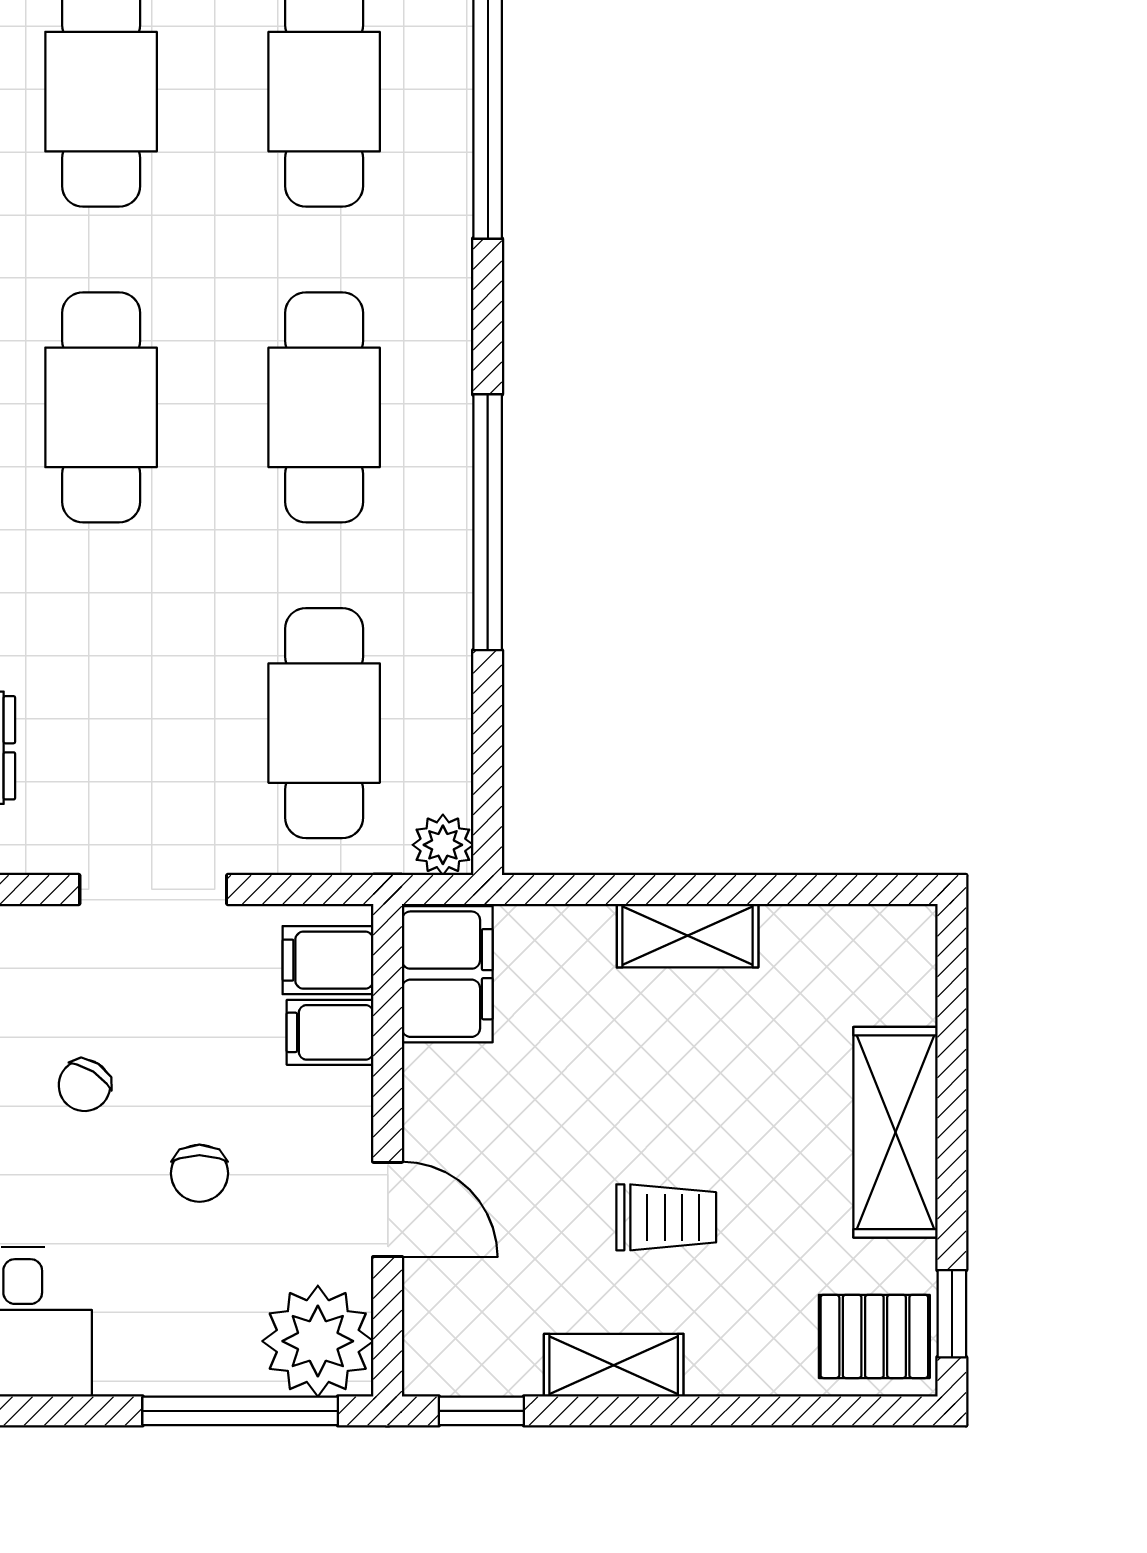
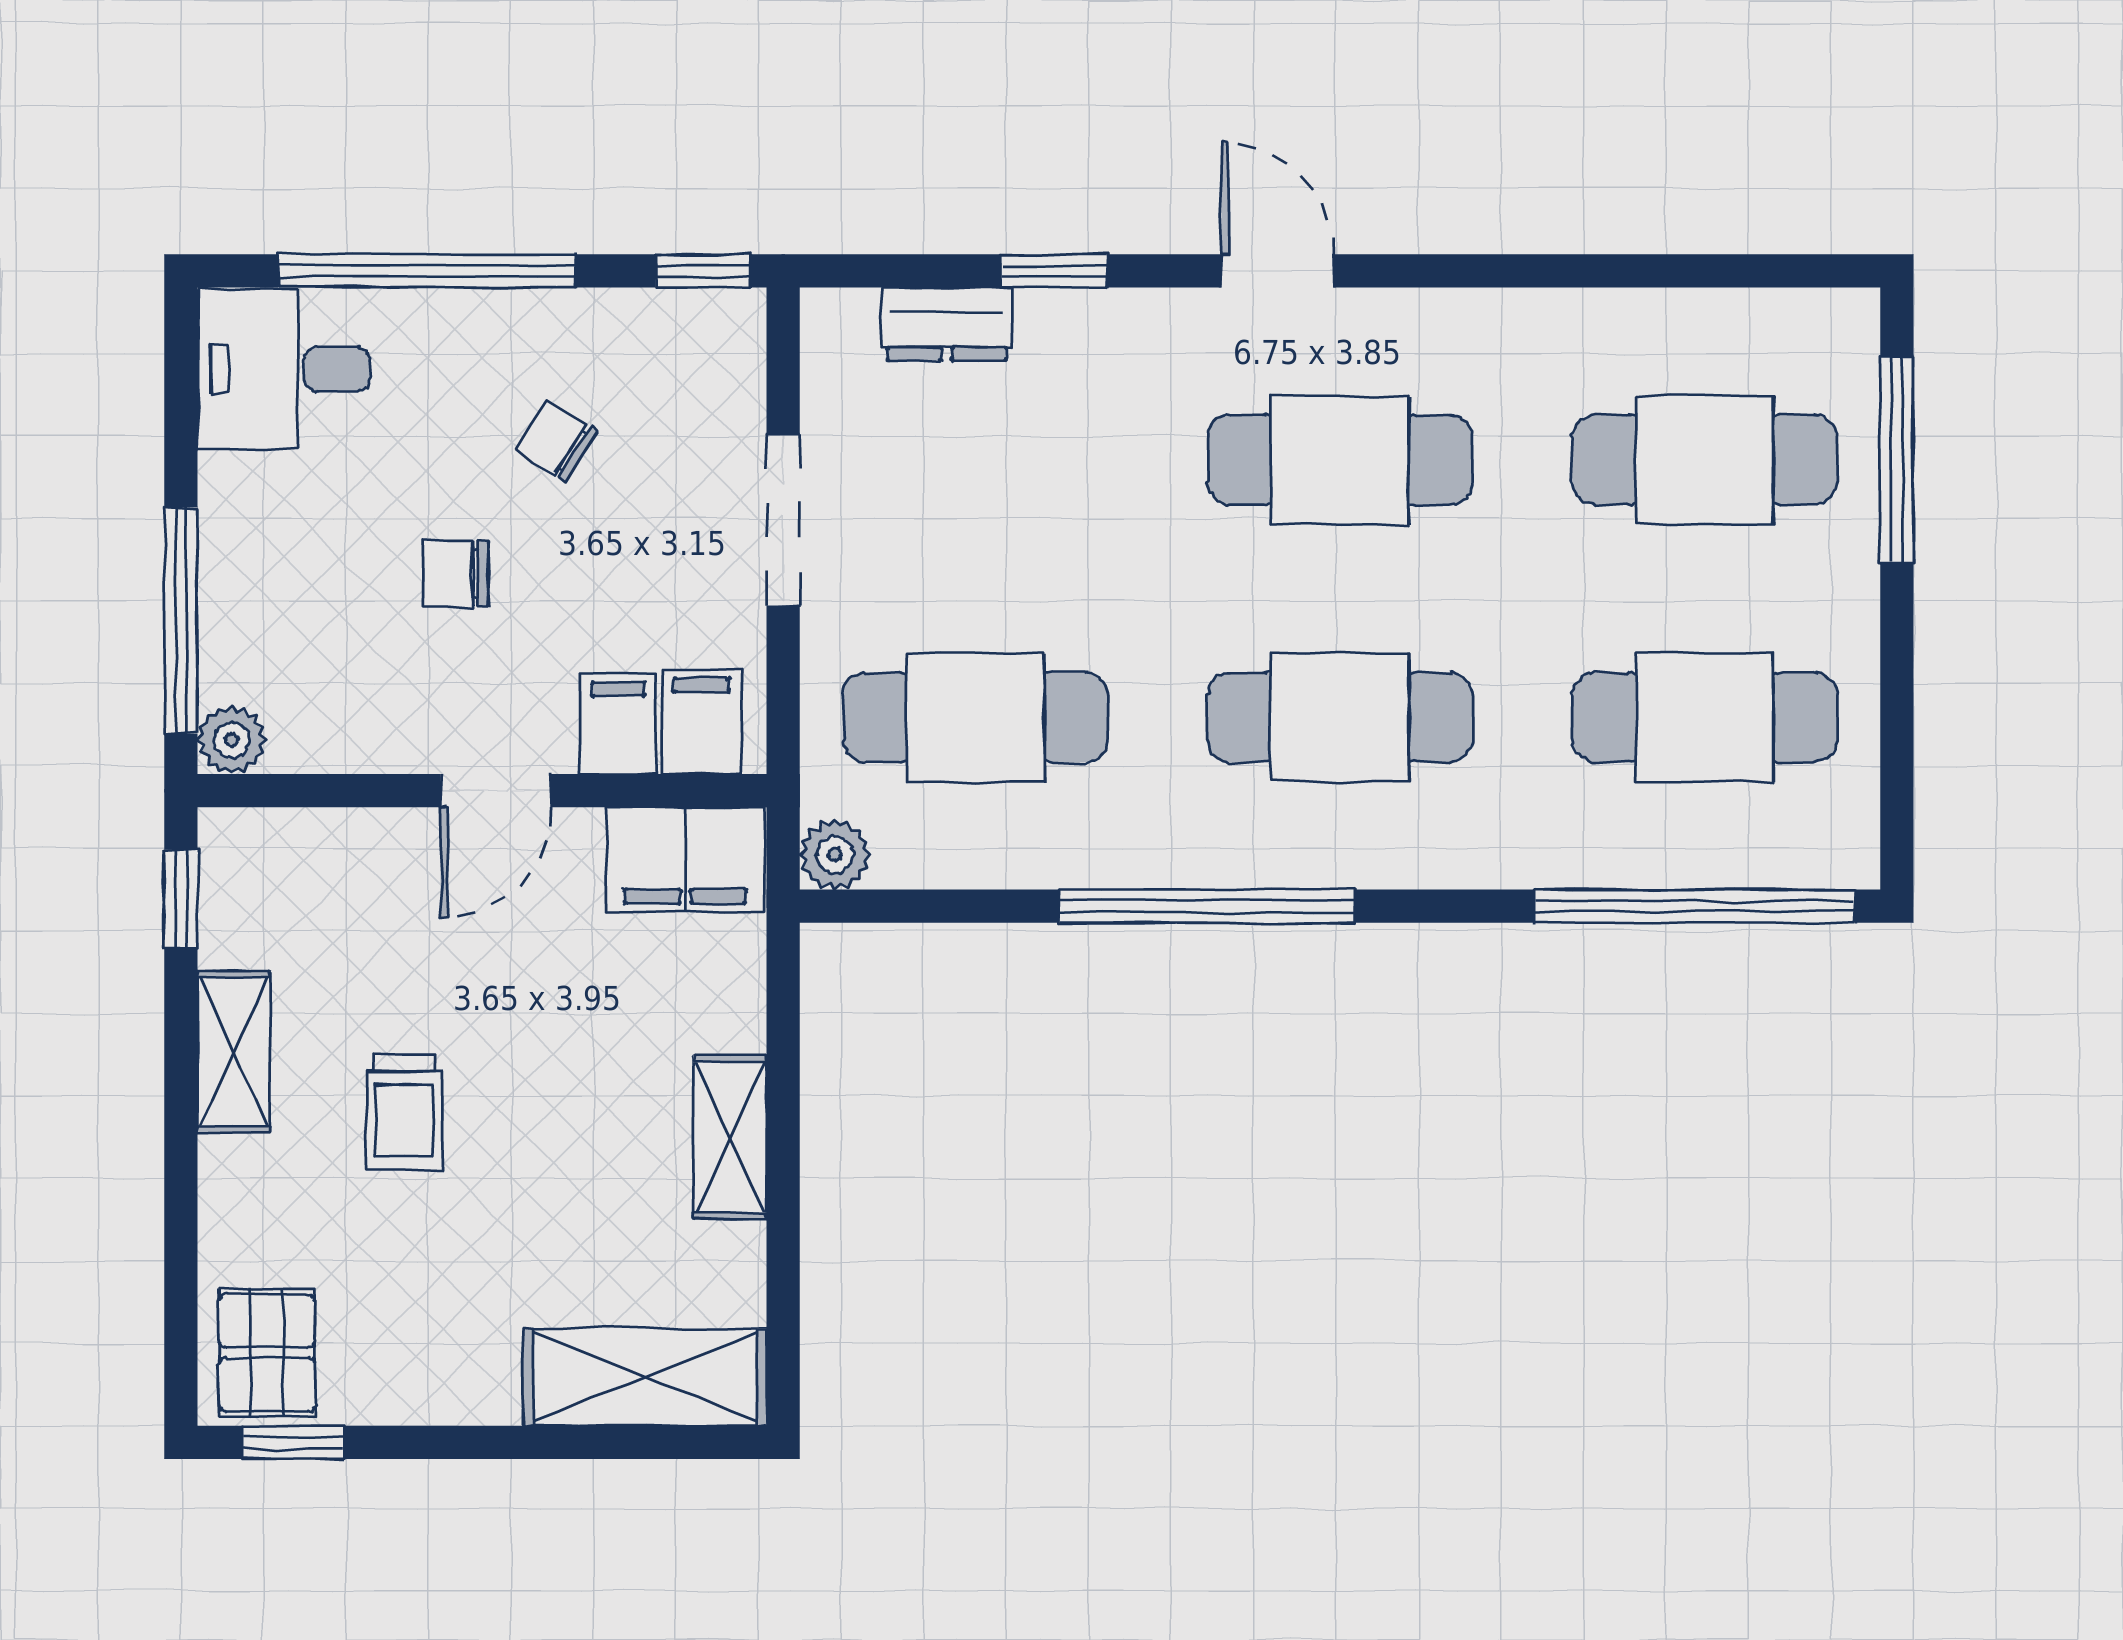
shelving: (895, 1132) -> (645, 1377), moved
door: (388, 1209) -> (496, 791), moved
plant: (318, 1341) -> (232, 740), width x0.53, depth x0.53

